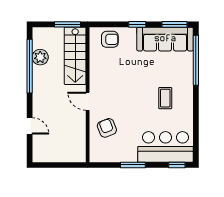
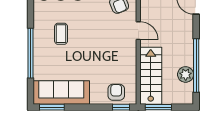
window: (137, 24) -> (121, 107), moved
armchair: (110, 39) -> (116, 92), turned 90
window: (196, 60) -> (30, 53), moved

